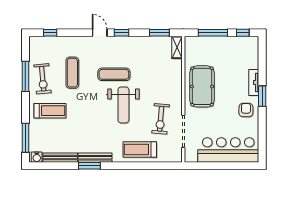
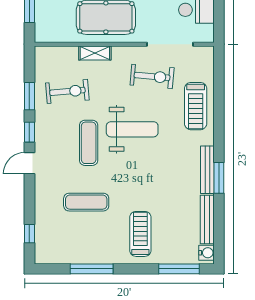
window: (159, 33) -> (29, 96), moved
shelving: (177, 47) -> (95, 53), moved
exercise bike: (43, 79) -> (67, 91), moved

